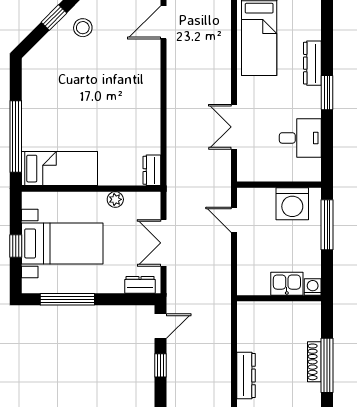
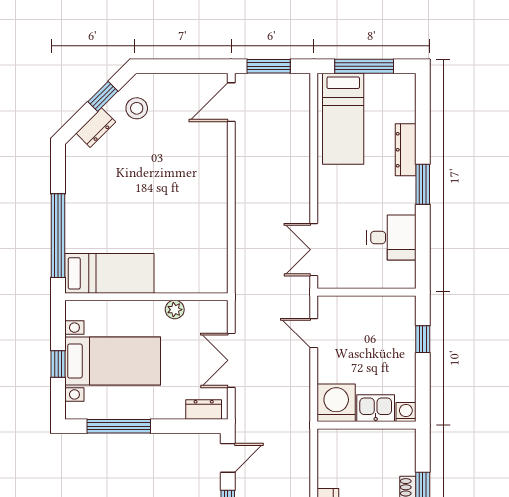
double door: (234, 127) -> (314, 250), moved
dresser: (152, 170) -> (96, 128), moved, turned -135
washing machine: (292, 204) -> (336, 403), moved, turned 180
window: (327, 225) -> (423, 339), width x0.46

